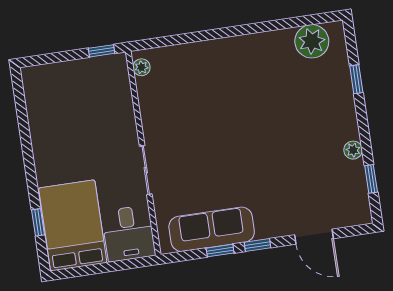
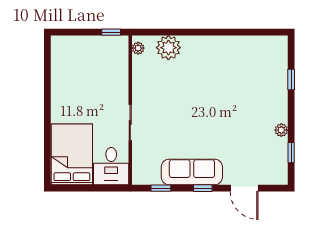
plant: (312, 41) -> (168, 48), moved
window: (38, 222) -> (47, 149), removed
sofa: (212, 229) -> (192, 172), moved
window: (220, 251) -> (161, 188), moved

